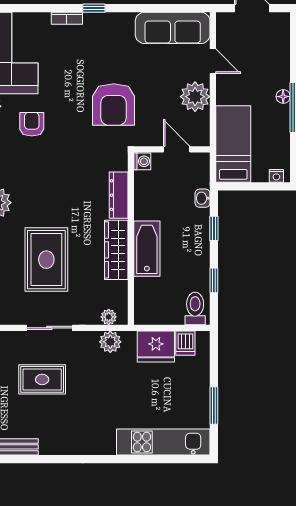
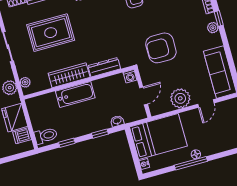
plant: (105, 20) -> (213, 28), added
bed: (233, 144) -> (158, 136), width x1.50

